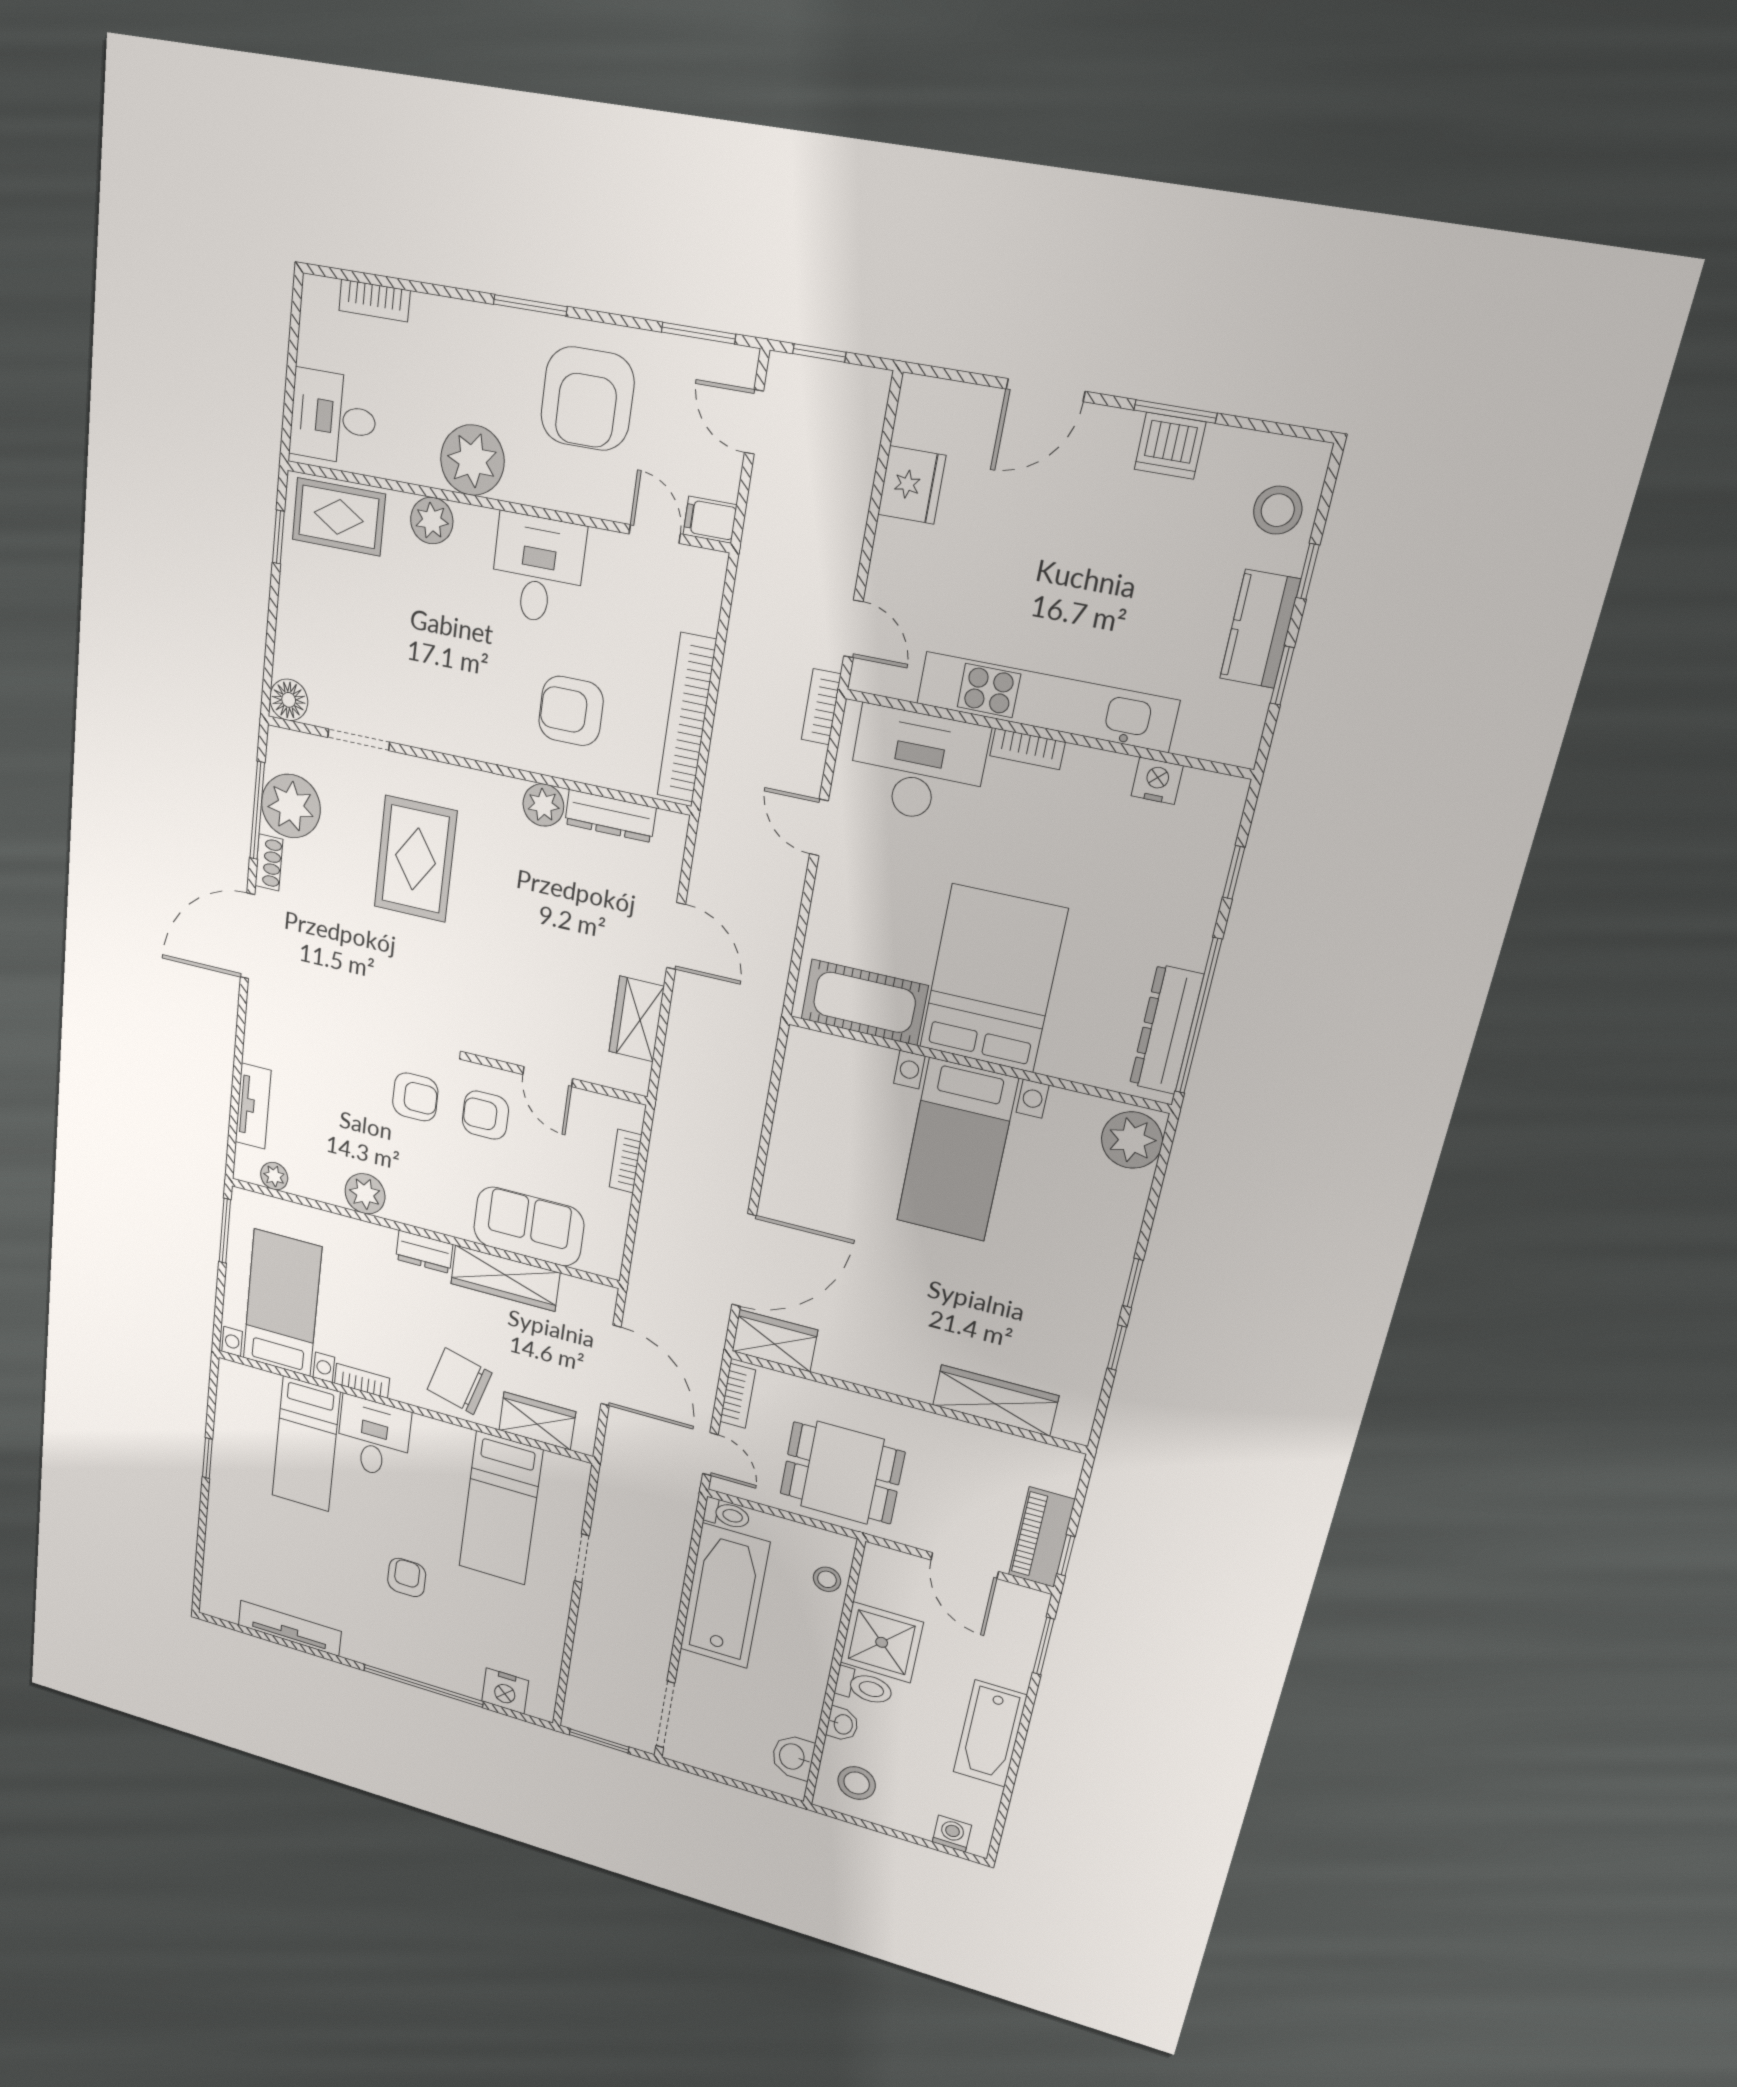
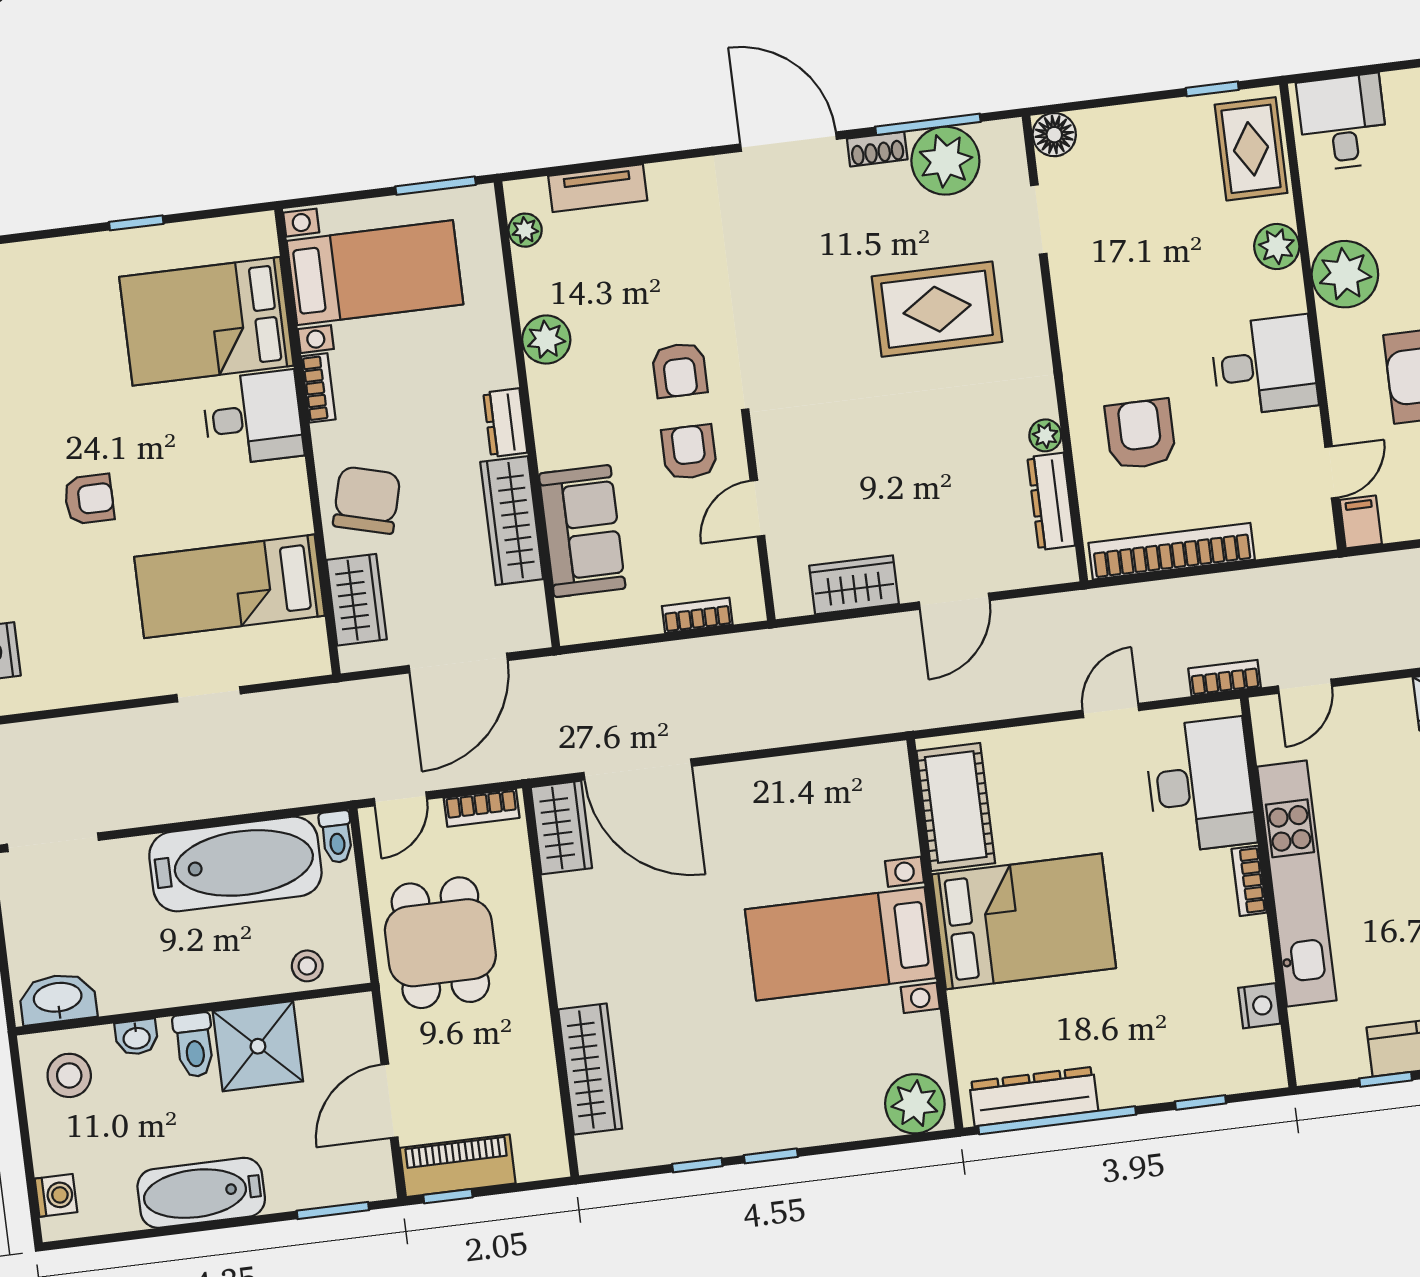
plant: (543, 805) -> (1045, 435), width x0.73, depth x0.73
bed: (306, 1444) -> (206, 321), width x1.50
washbasin: (793, 1757) -> (58, 999), width x1.38

